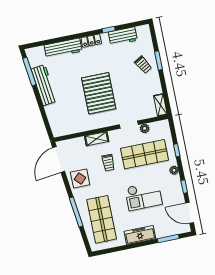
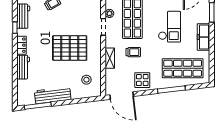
workbench: (63, 48) -> (23, 67), width x0.73
stool: (68, 118) -> (86, 80), added

